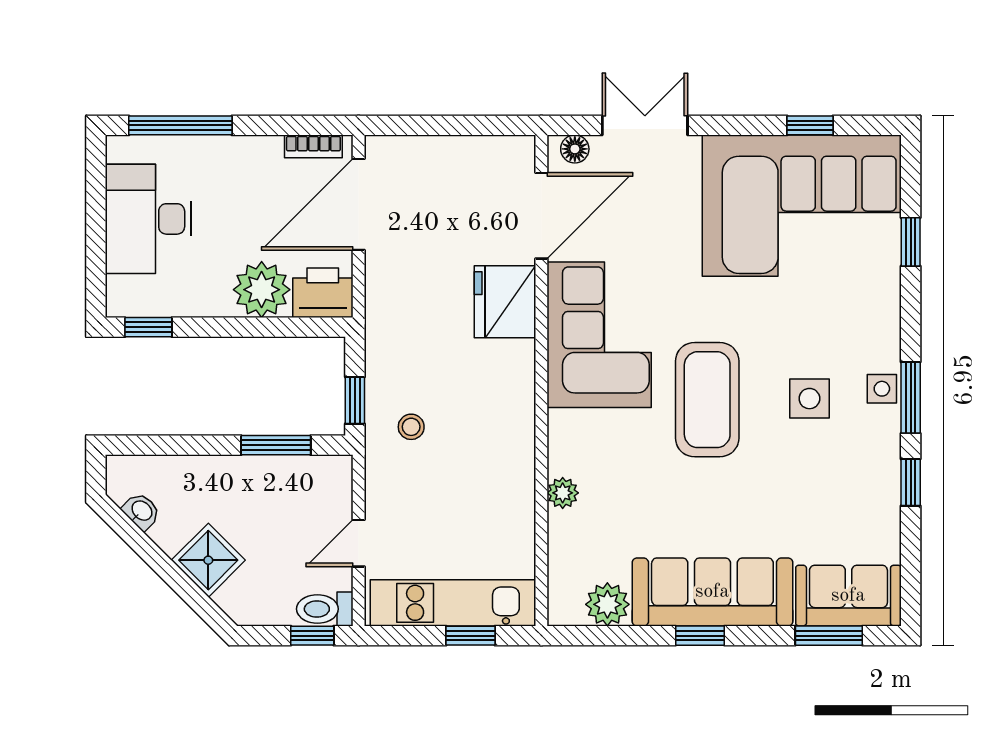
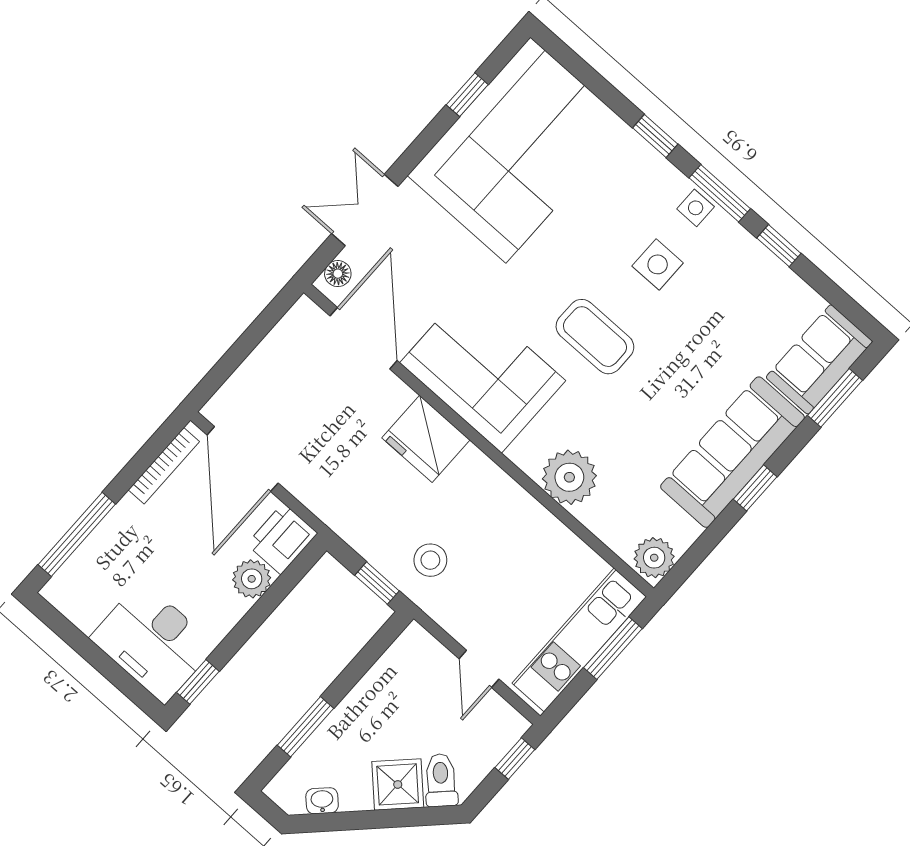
bookcase: (313, 146) -> (164, 466), width x1.56
desk: (148, 219) -> (153, 642), moved
window: (911, 242) -> (655, 136), moved
plant: (262, 290) -> (252, 579), width x0.73, depth x0.73
fridge: (505, 302) -> (426, 439), moved
coffee table: (707, 400) -> (595, 337), width x0.73, depth x0.76
stool: (411, 427) -> (430, 560), width x1.37, depth x1.37
window: (276, 445) -> (305, 727), moved
plant: (563, 493) -> (569, 477), width x1.88, depth x1.88
plant: (607, 604) -> (654, 558), moved
toilet: (325, 609) -> (441, 780), moved, turned 135
window: (470, 636) -> (613, 648), width x1.50

